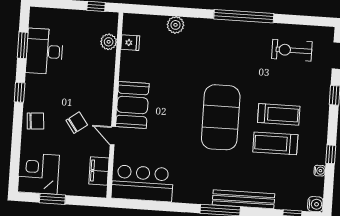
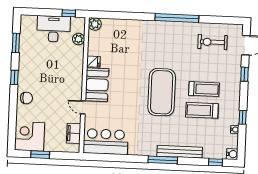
plant: (175, 25) -> (95, 24), moved
fridge: (130, 43) -> (93, 62), moved
desk: (45, 51) -> (54, 29), moved, turned 90
chair: (77, 123) -> (57, 98), removed

